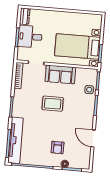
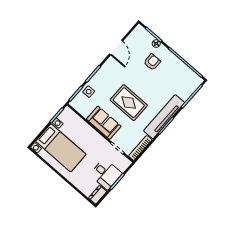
bed with nightstands: (78, 47) -> (61, 148), moved
rug: (53, 104) -> (129, 103), width x1.36, depth x1.43
tv unit: (16, 140) -> (164, 117), moved

